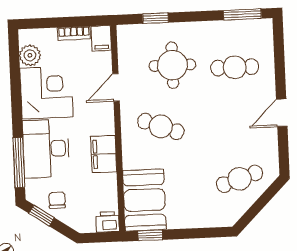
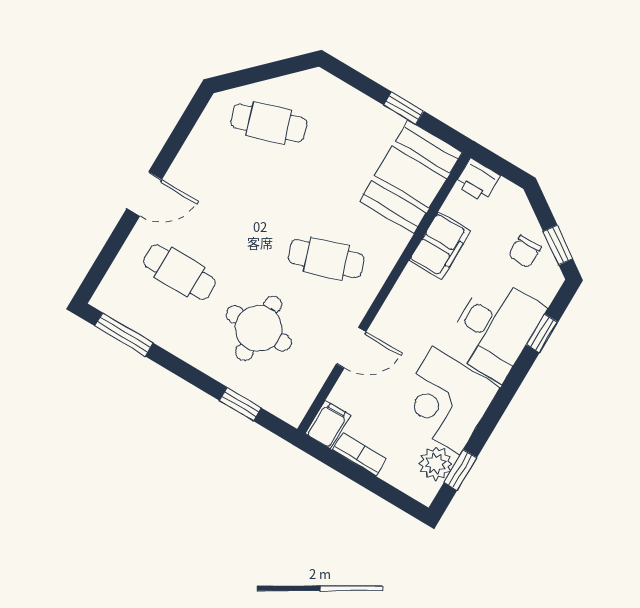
window: (14, 61) -> (460, 470), added
door: (282, 113) -> (144, 194), moved
cafe table: (161, 126) -> (326, 259), turned -39
filing cabinet: (104, 154) -> (440, 246), moved
window: (19, 163) -> (542, 333), width x0.46
window: (150, 235) -> (404, 108), moved

